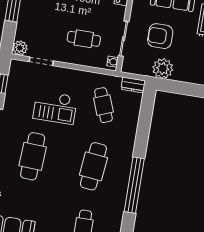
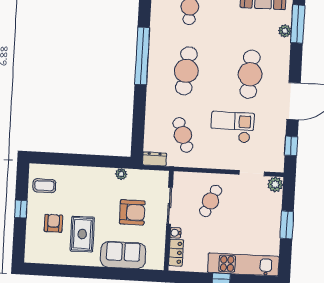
cafe table: (84, 39) -> (211, 201), turned -66
water cooler: (113, 62) -> (176, 233), moved
plant: (163, 68) -> (121, 174), width x0.53, depth x0.53

